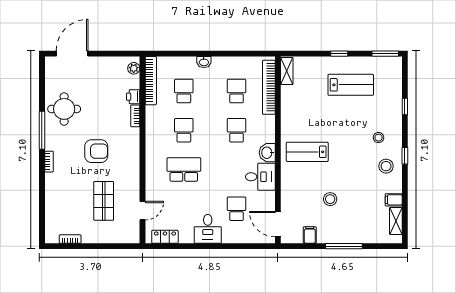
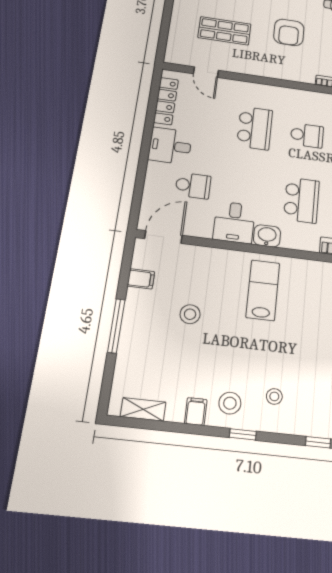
school desk: (236, 130) -> (302, 200), width x1.85
filing cabinet: (394, 200) -> (196, 411), moved
locker: (165, 237) -> (166, 101), width x1.53

